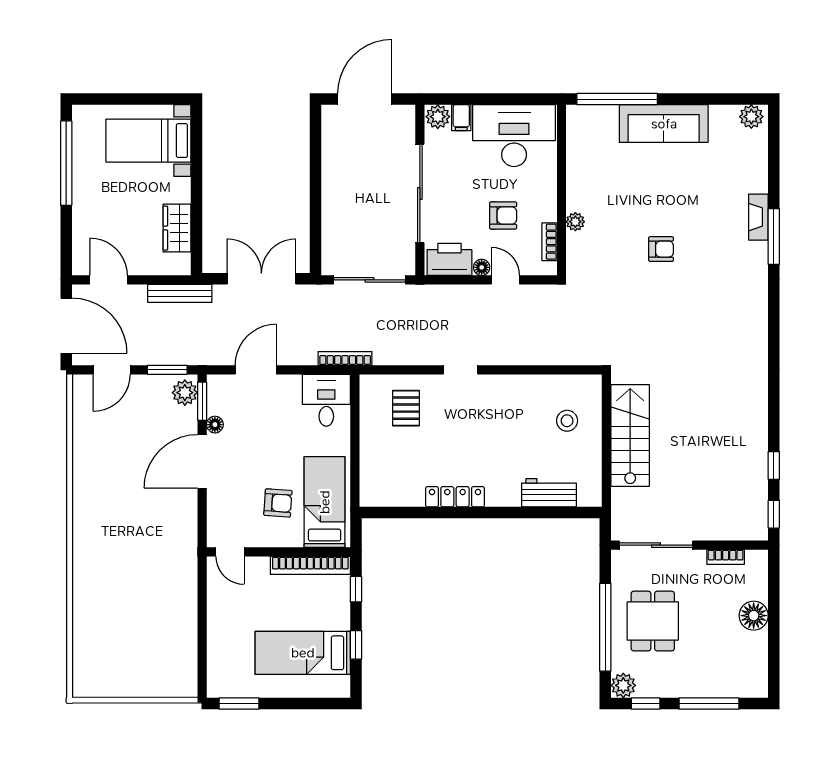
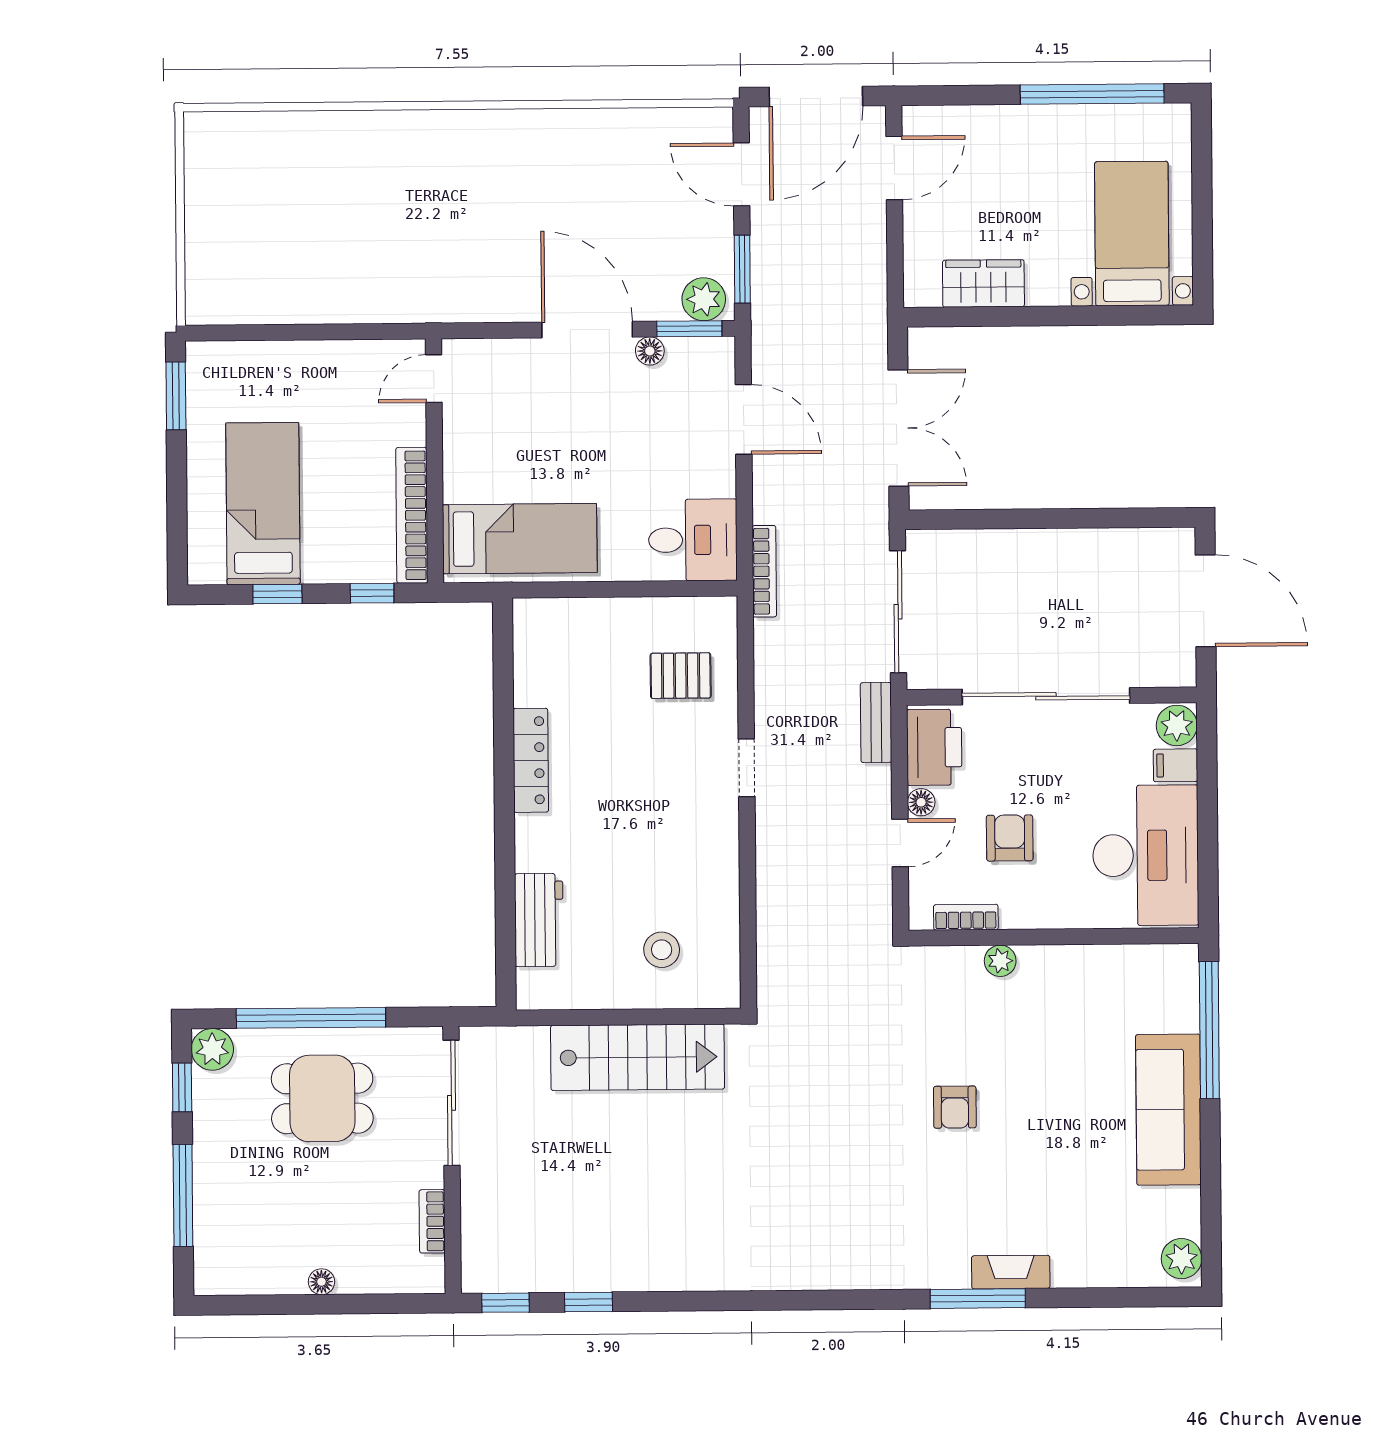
armchair: (503, 215) -> (1010, 838), turned 180
bench: (180, 293) -> (876, 722), moved, width x0.73
armchair: (278, 503) -> (518, 459), removed
floor lamp: (754, 616) -> (321, 1282), width x0.53, depth x0.53

